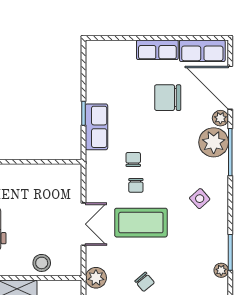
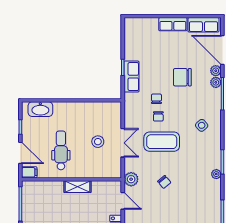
chair: (168, 98) -> (182, 77), moved
plant: (214, 142) -> (216, 82), width x0.53, depth x0.53
stool: (42, 263) -> (98, 142), moved

